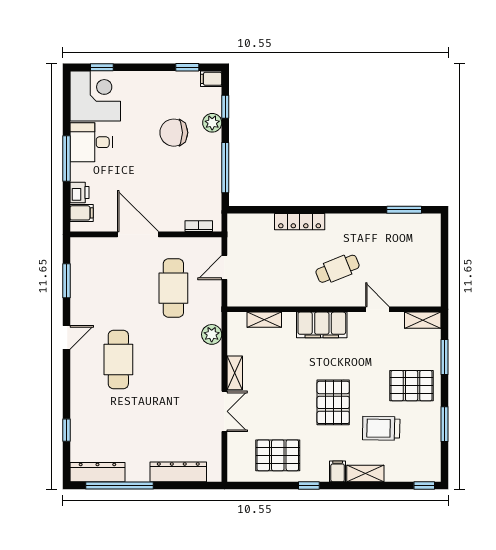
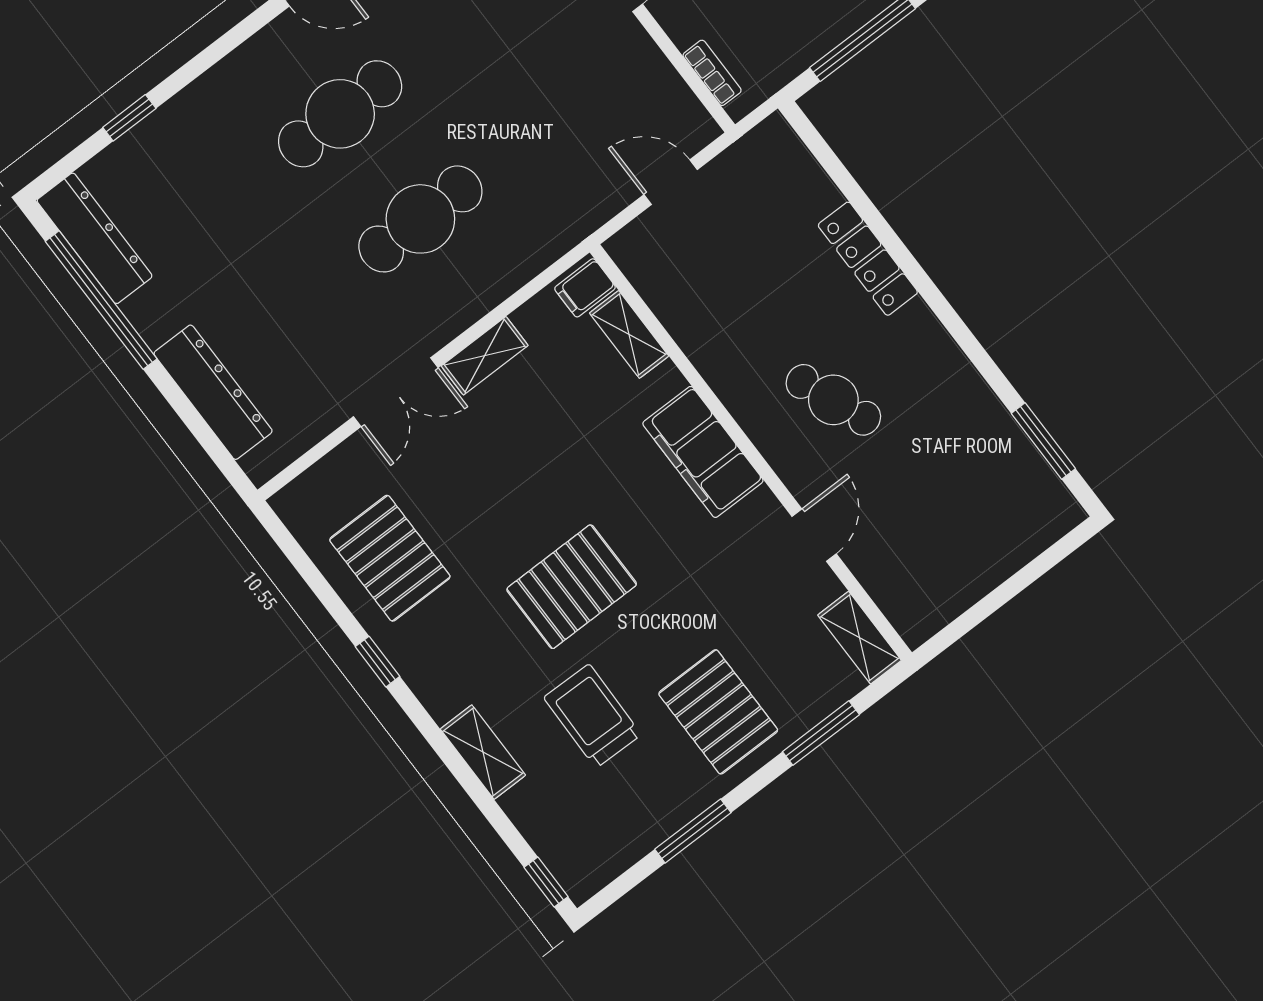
cafe table: (173, 288) -> (420, 219), moved
plant: (212, 334) -> (524, 256), removed
filing cabinet: (338, 471) -> (585, 288), moved, turned 180

